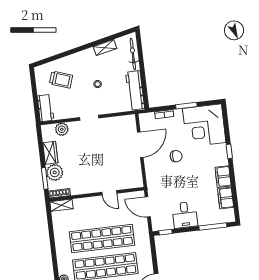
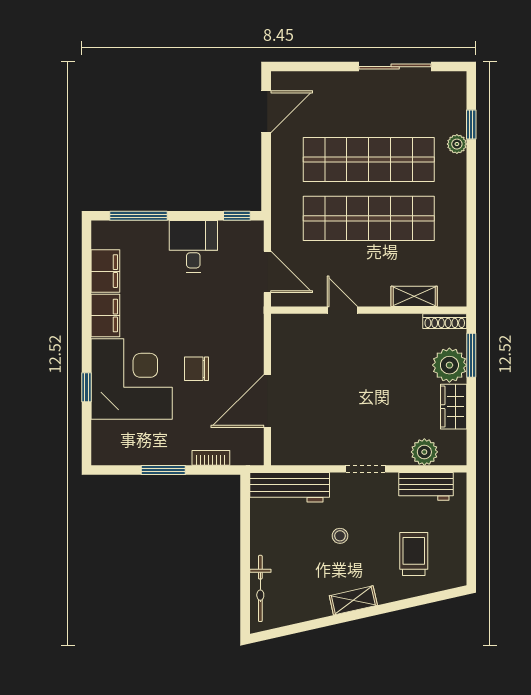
shelving: (105, 48) -> (353, 600), moved
trolley: (61, 80) -> (414, 554), turned 71
workbench: (135, 90) -> (290, 487), moved, turned 90
workbench: (45, 108) -> (426, 486), moved, turned -90
corner desk: (204, 125) -> (132, 379), moved
window: (229, 151) -> (87, 387), moved
shelving: (61, 205) -> (414, 296), moved

